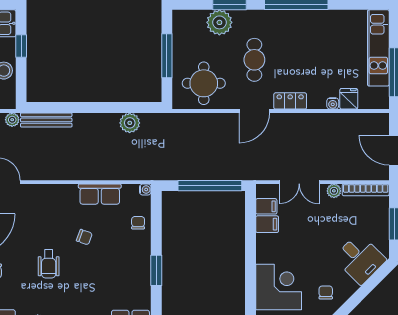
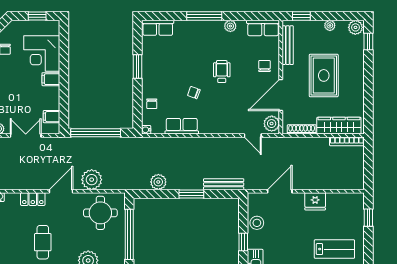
window: (167, 56) -> (129, 234), width x1.46
cafe table: (254, 60) -> (43, 242), moved
window: (87, 107) -> (191, 194), added
plant: (12, 120) -> (92, 180), moved, width x1.88, depth x1.88
filing cabinet: (267, 224) -> (51, 79), moved

